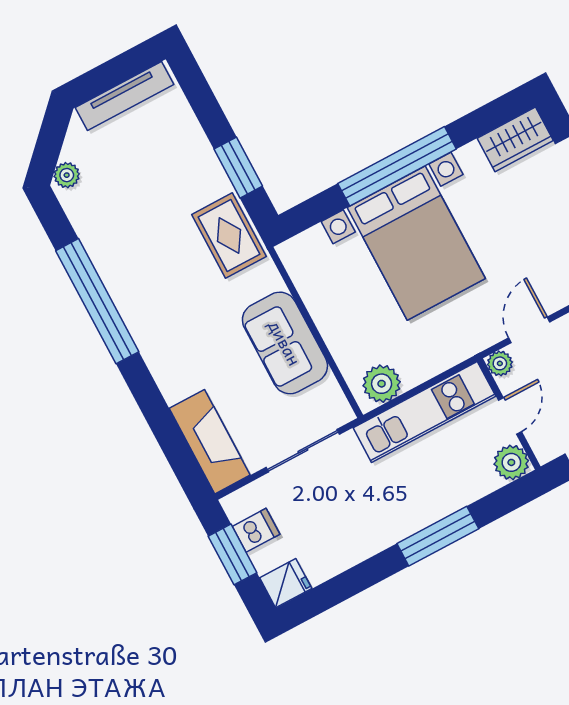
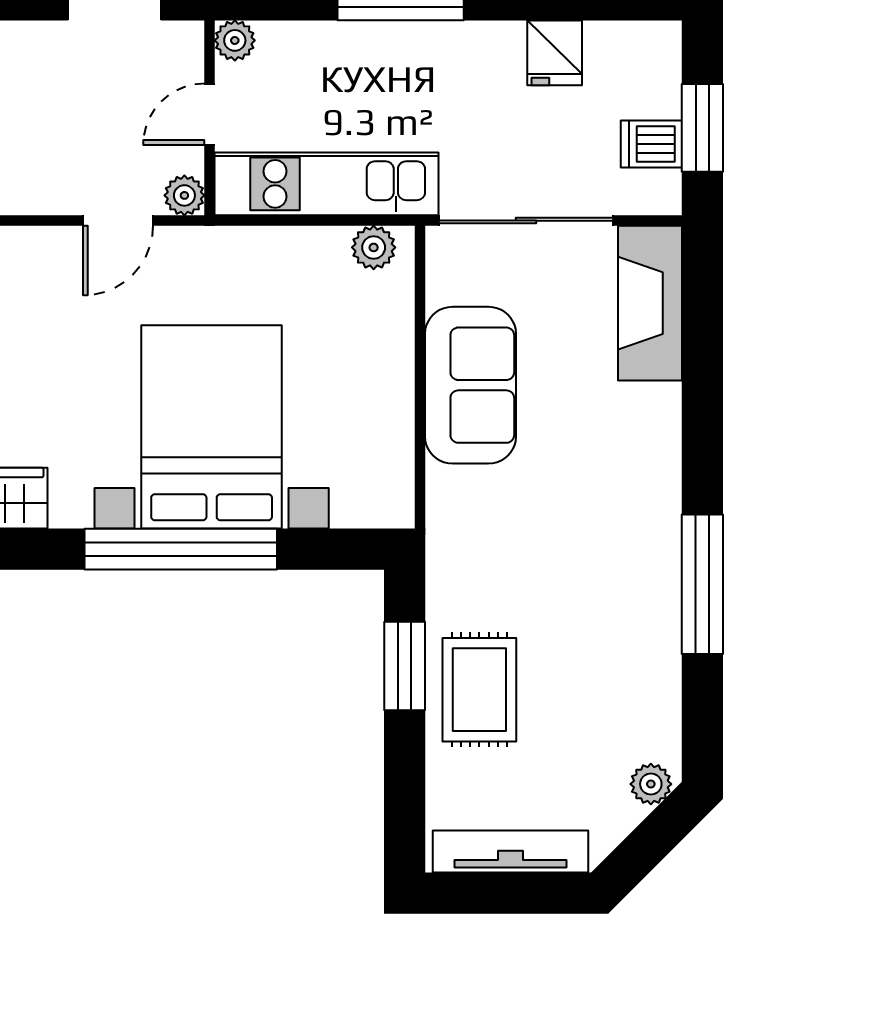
rug: (229, 236) -> (479, 690), moved
window: (97, 301) -> (702, 584), width x0.68
plant: (382, 384) -> (374, 247), width x0.73, depth x0.73
sliding door: (303, 451) -> (526, 221), width x1.37
plant: (511, 462) -> (235, 40), width x0.73, depth x0.73
fridge: (286, 583) -> (555, 53), moved, turned -90

